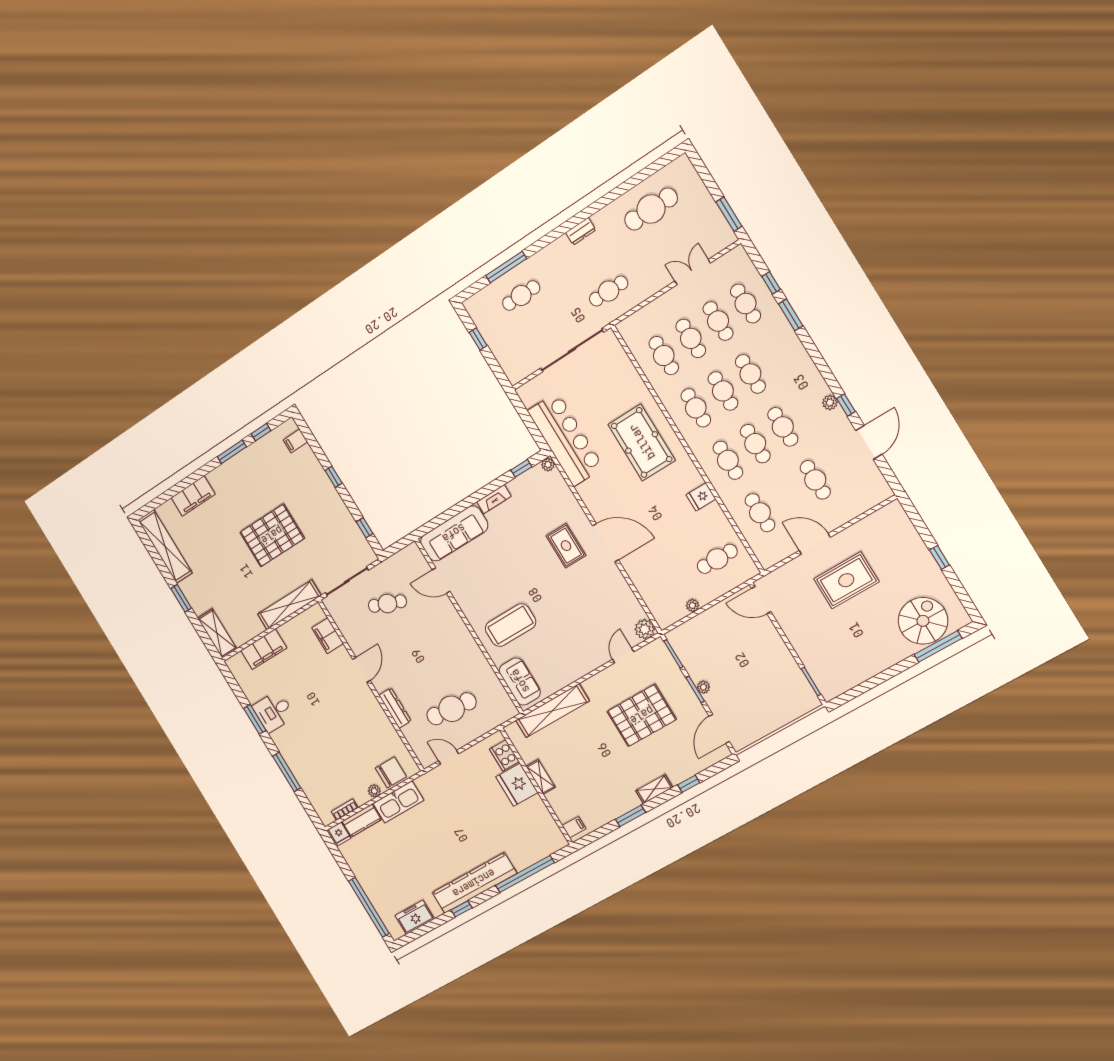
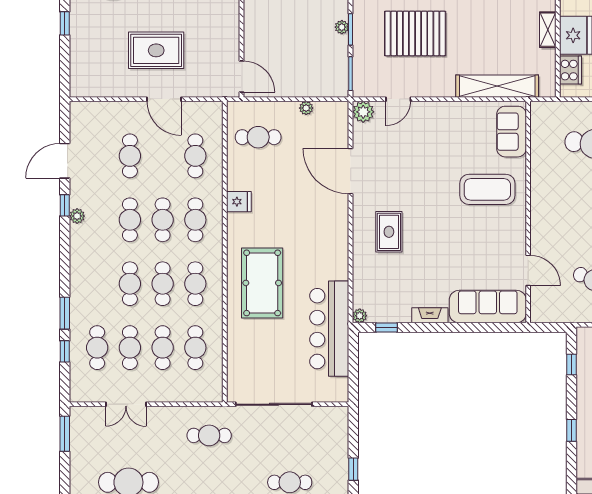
door: (606, 543) -> (351, 171), moved

